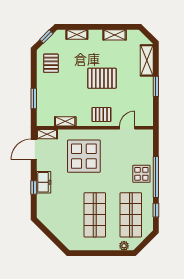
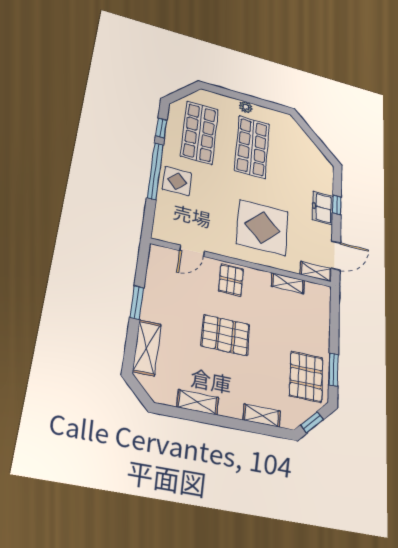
pallet: (51, 63) -> (306, 377), width x1.50, depth x1.42
window: (34, 99) -> (333, 370), moved
pallet: (101, 115) -> (231, 280), turned 90
plant: (124, 246) -> (246, 107), moved

